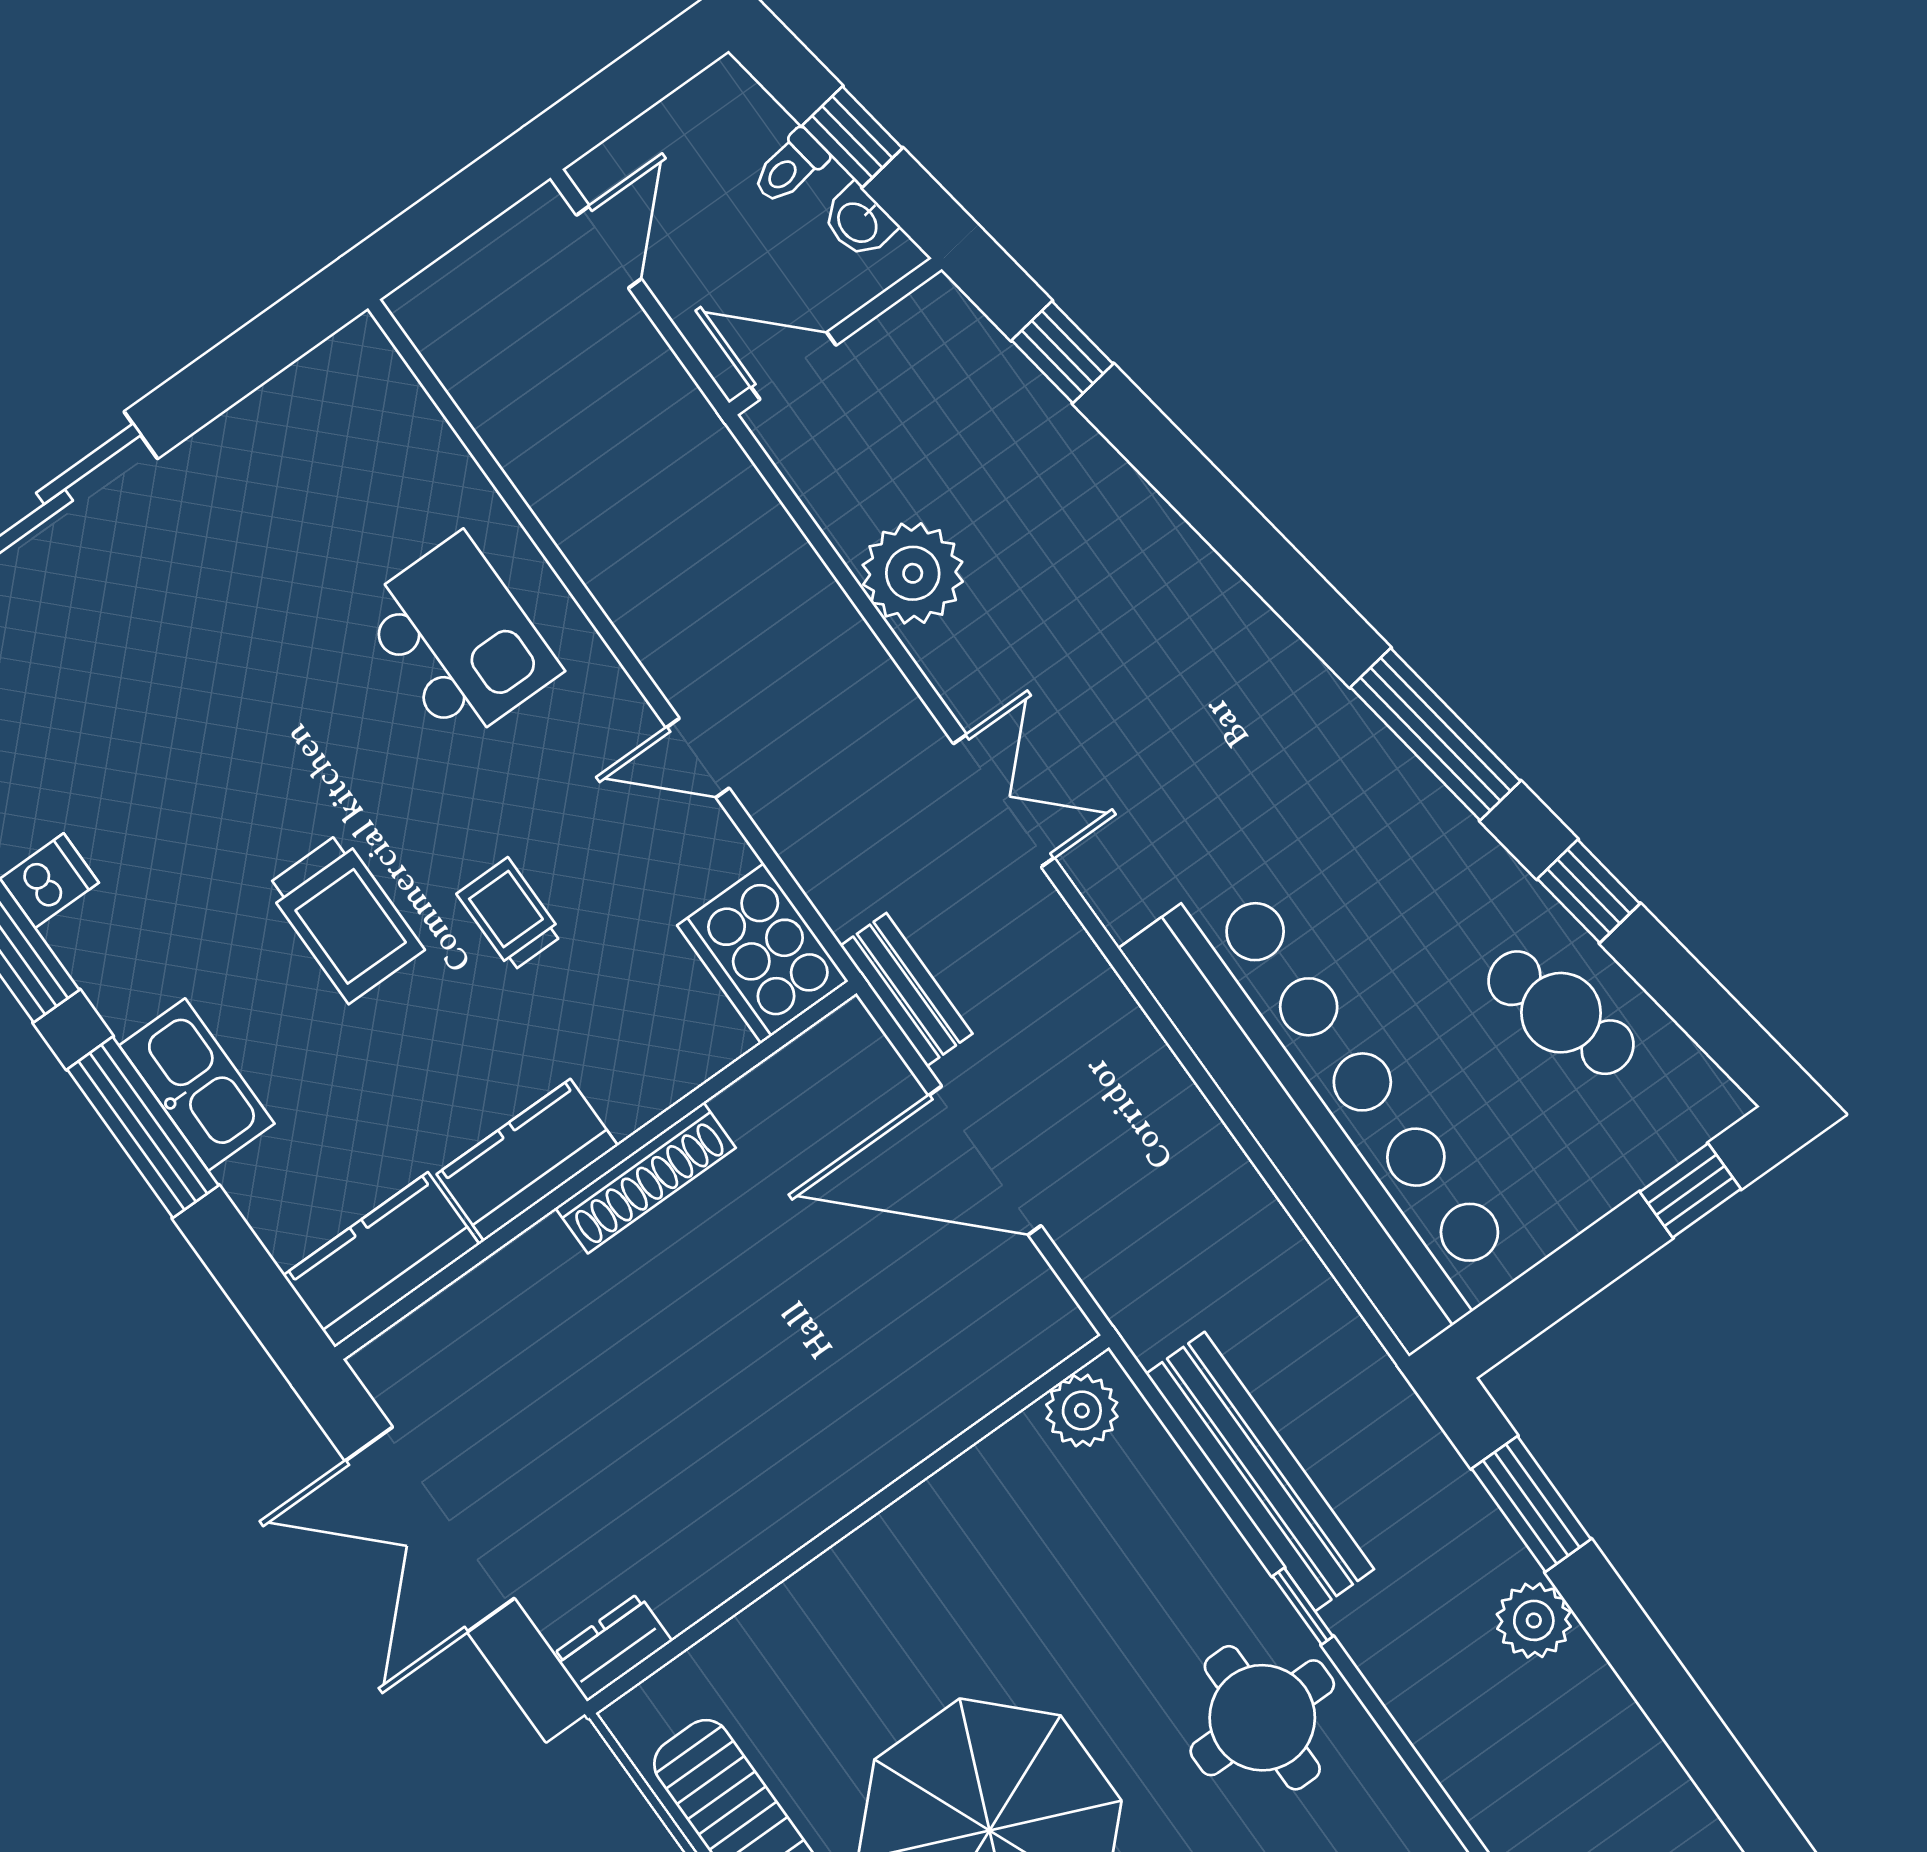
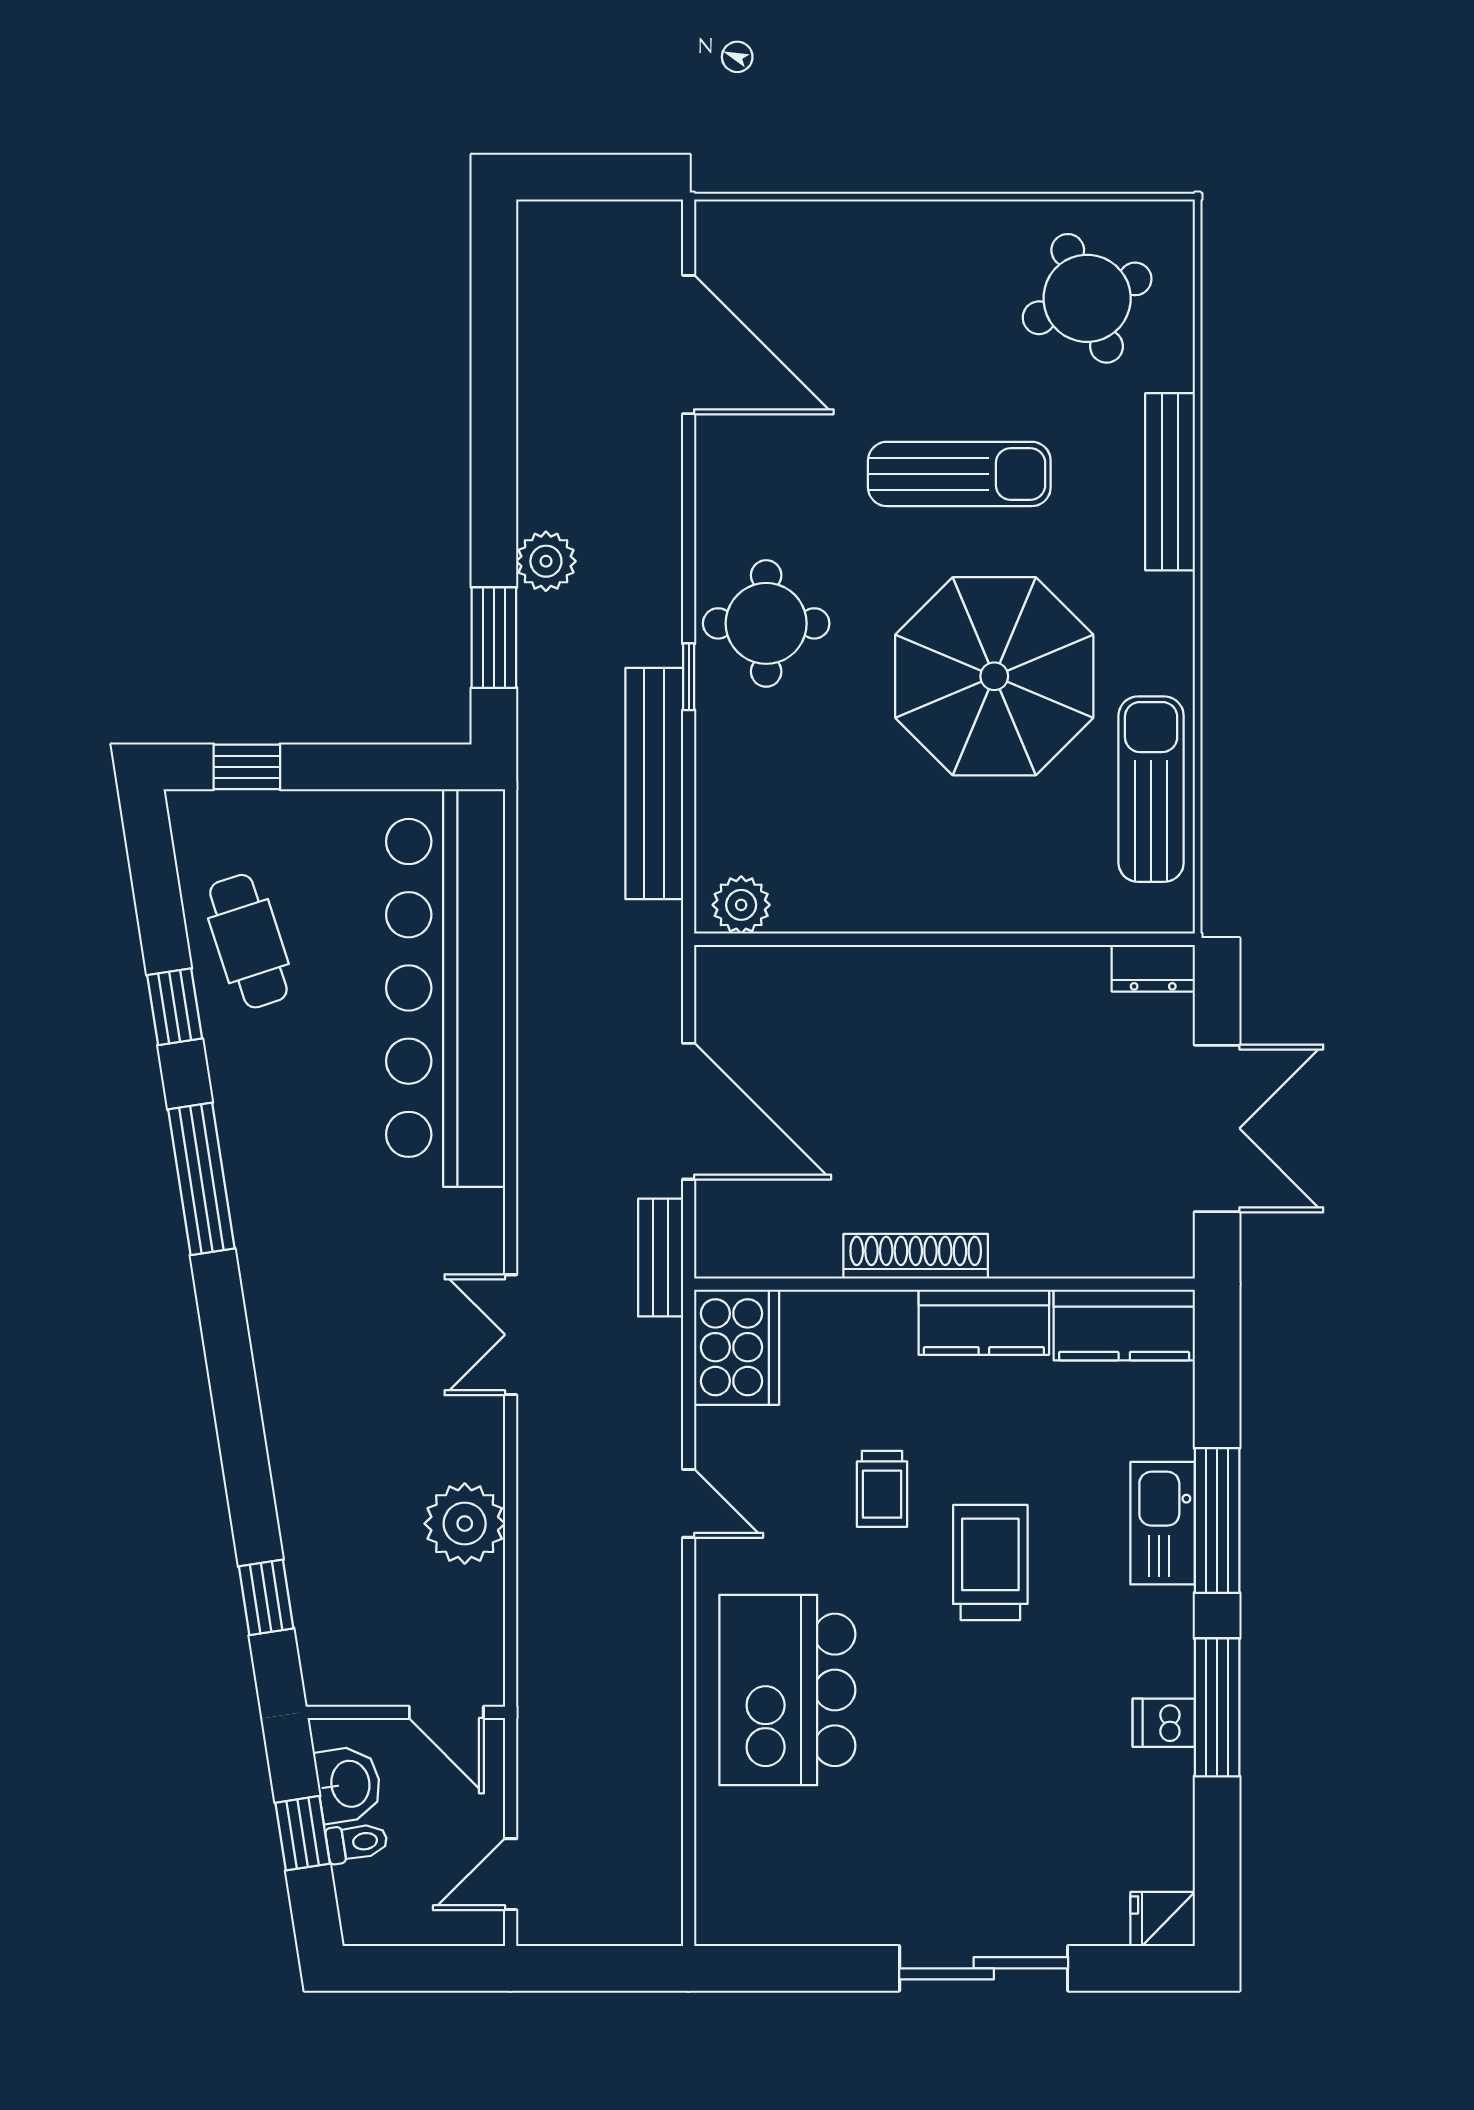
washbasin: (858, 222) -> (349, 1784), width x1.38, depth x1.45
kitchen island: (460, 639) -> (787, 1690), width x1.37, depth x1.28

